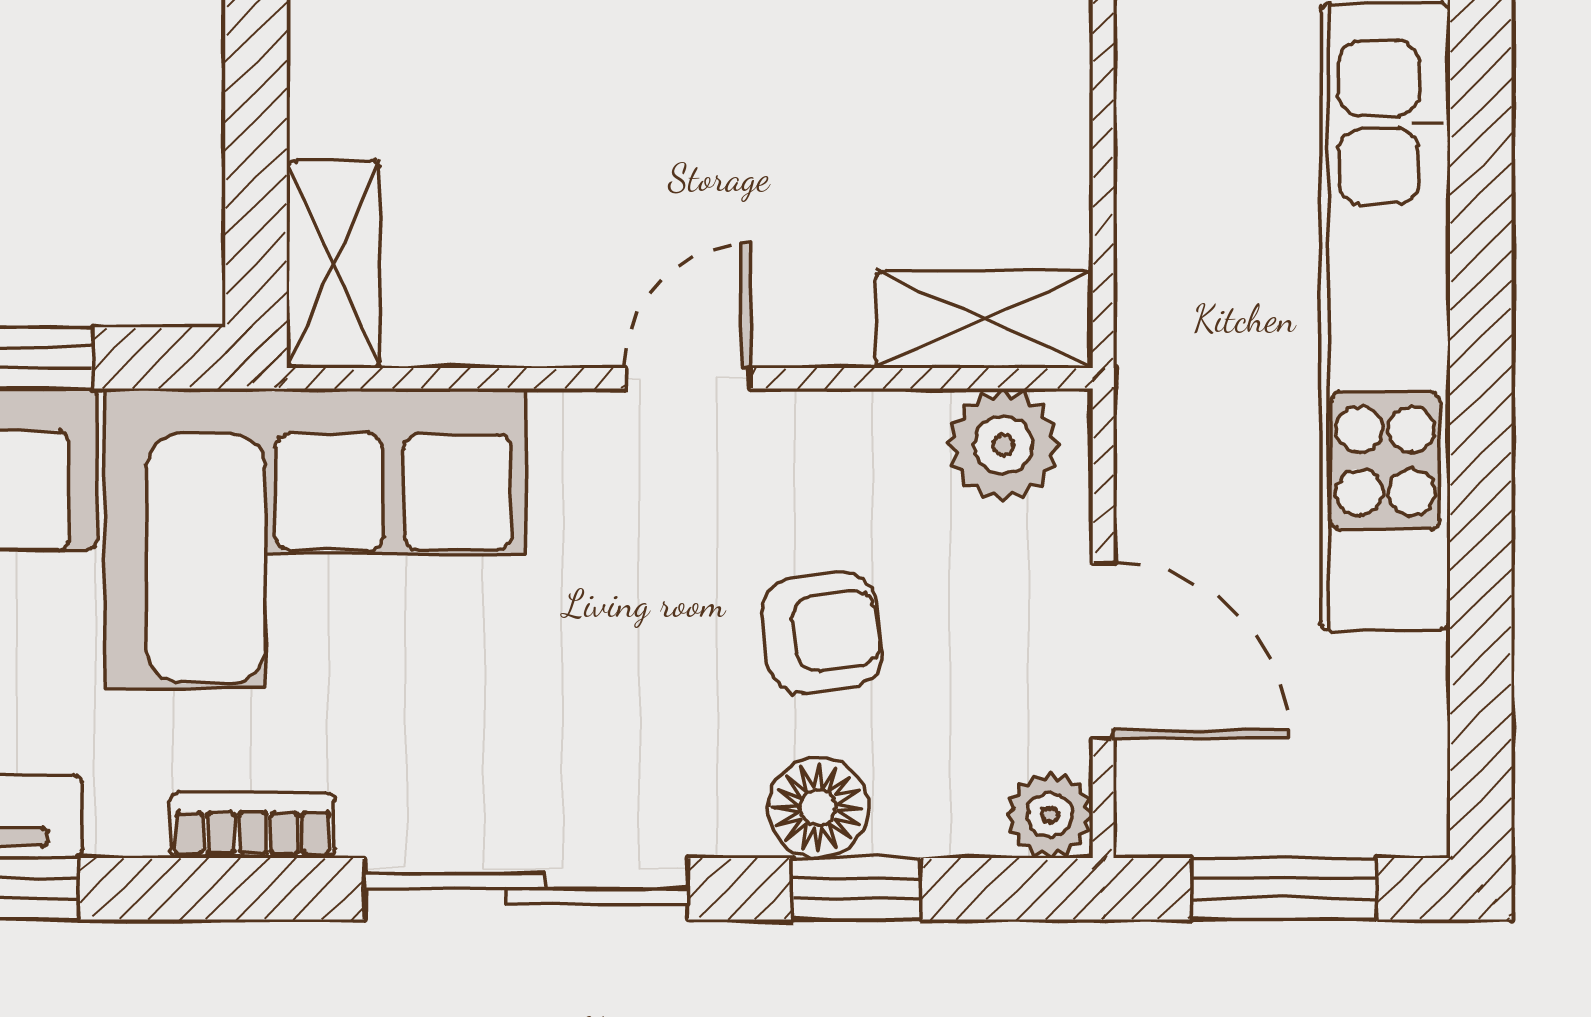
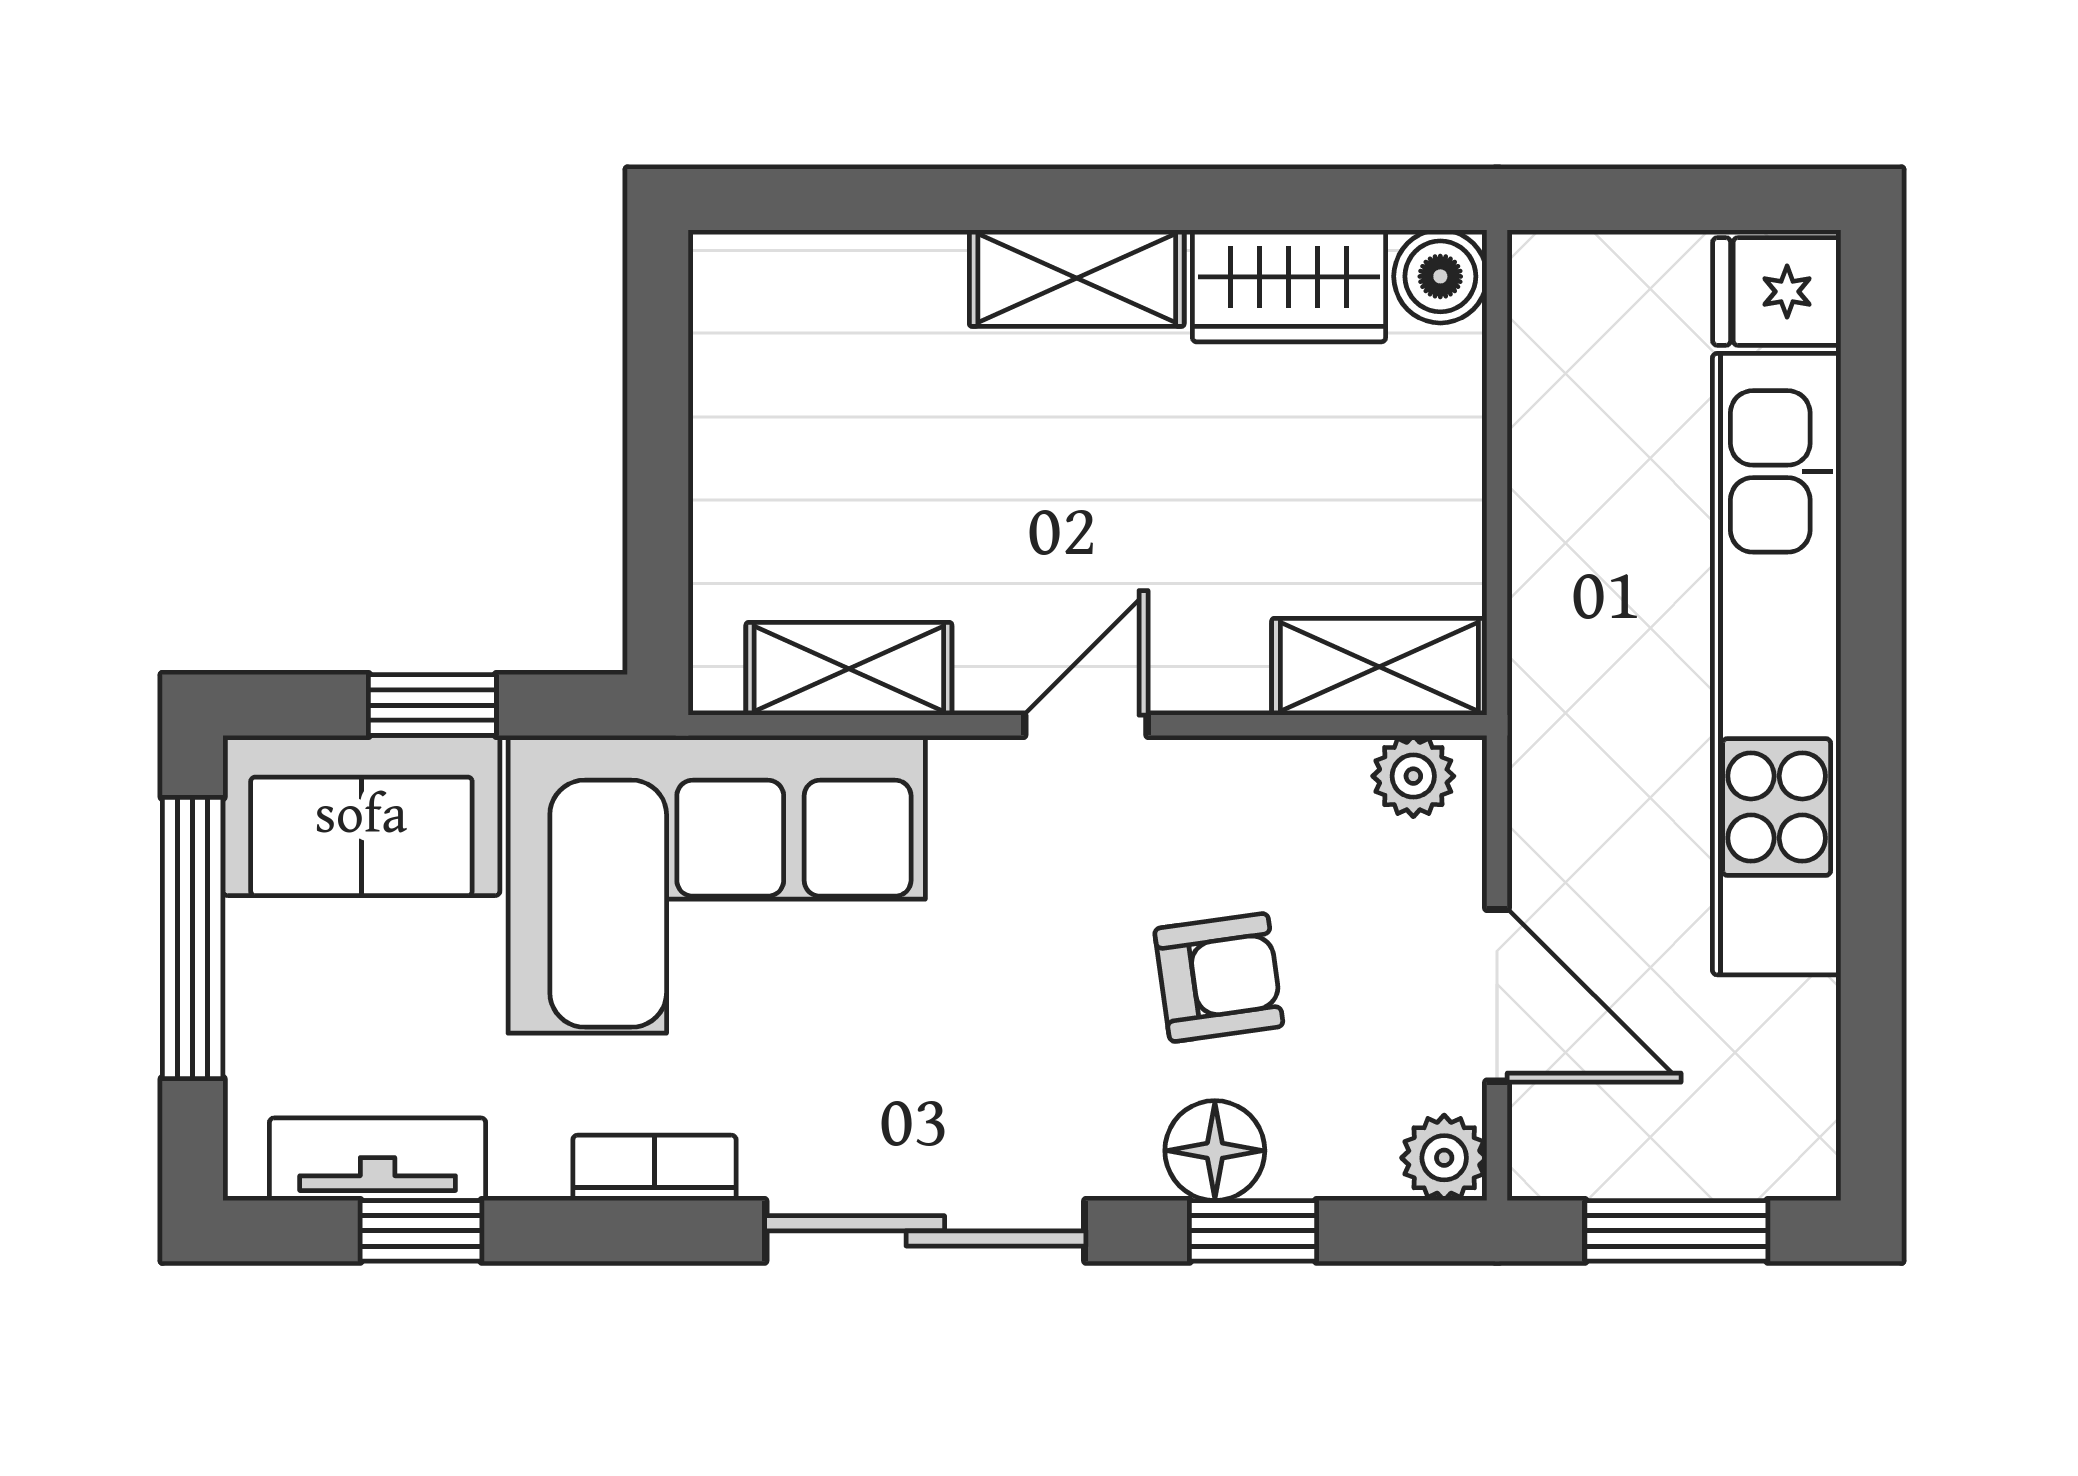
shelving: (333, 264) -> (849, 669), moved, turned 90
plant: (1003, 445) -> (1413, 776), width x0.73, depth x0.73

